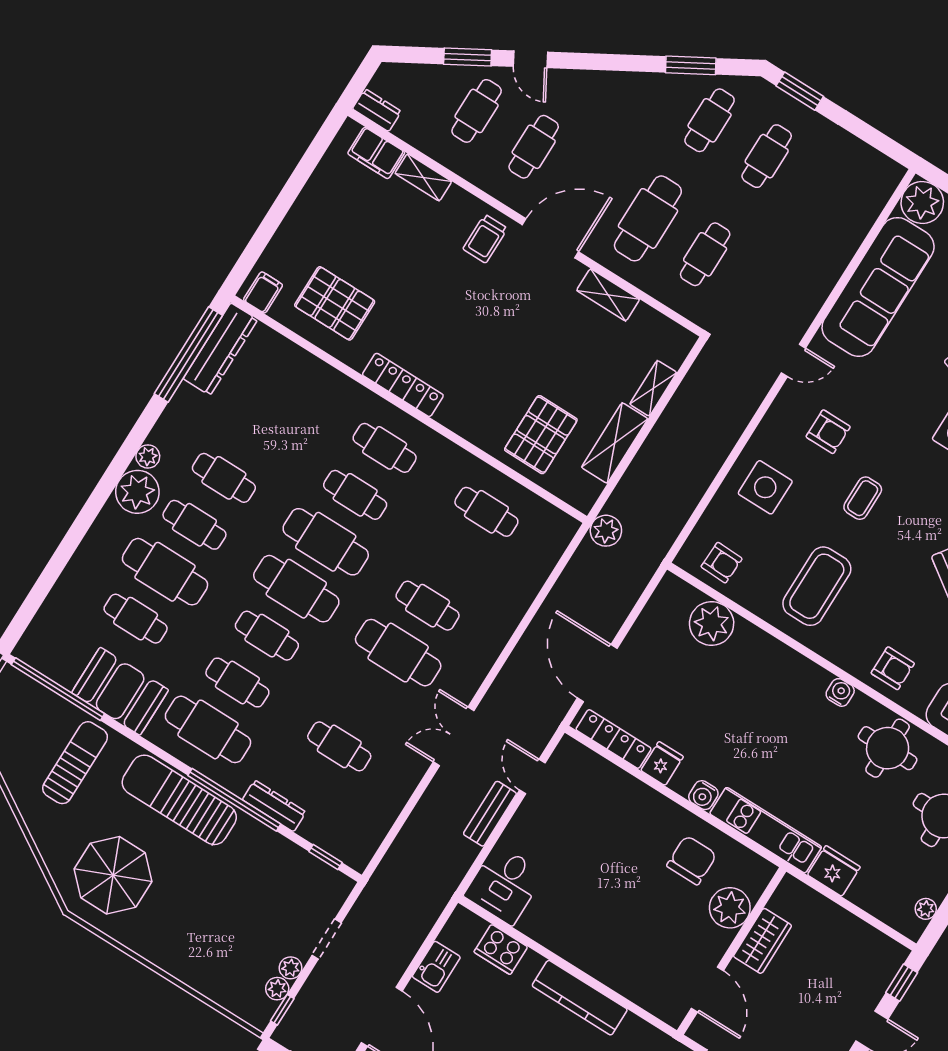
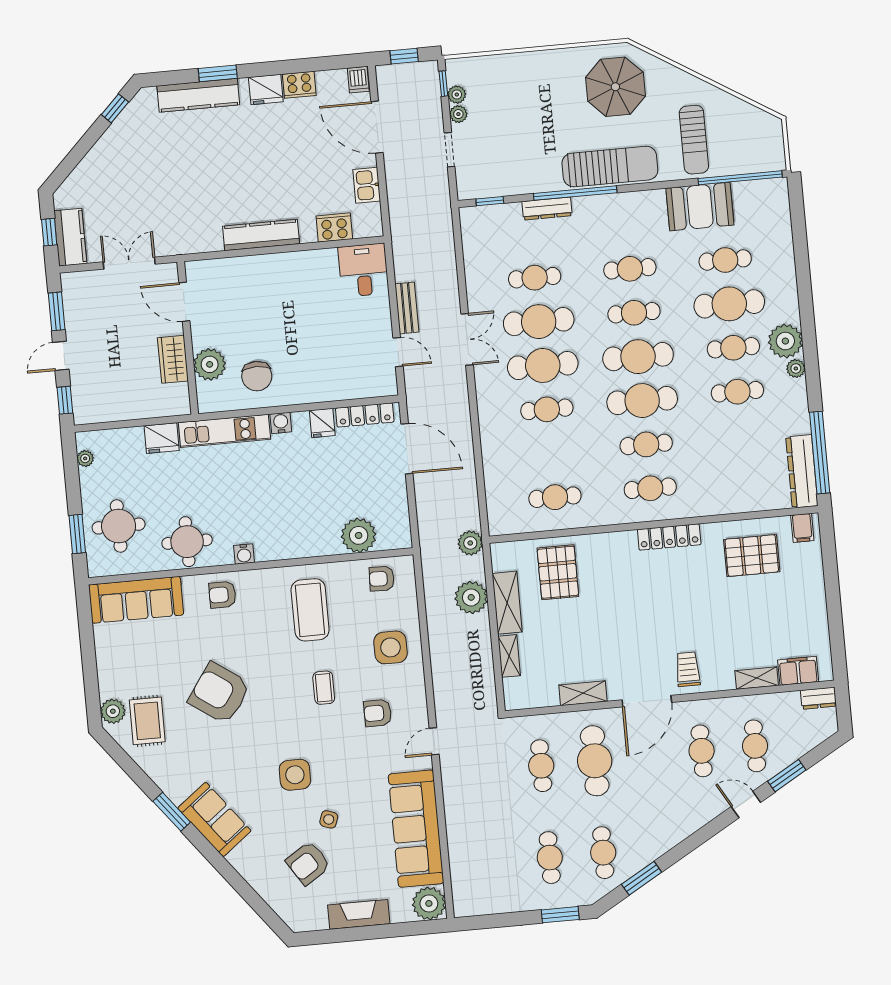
plant: (647, 476) -> (471, 597), added
cafe table: (208, 729) -> (539, 322), moved

